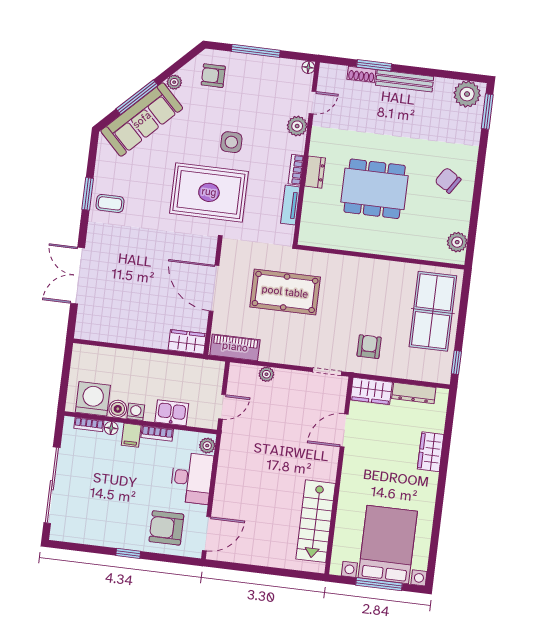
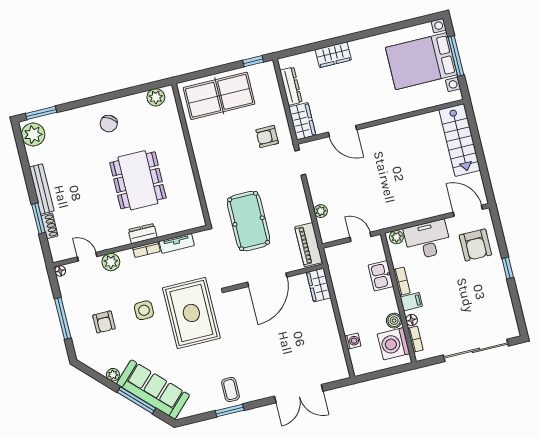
armchair: (213, 76) -> (104, 322), moved
washing machine: (136, 412) -> (353, 341), moved, turned 180
stairs: (316, 521) -> (460, 140), moved, turned 90

